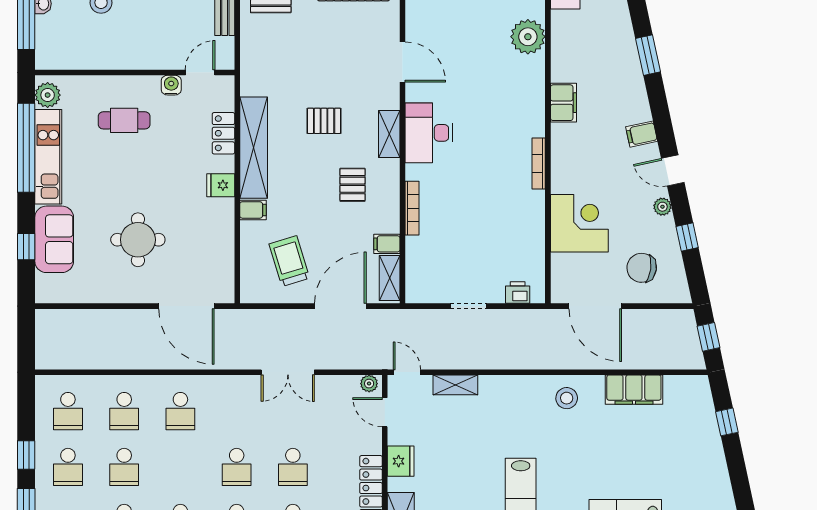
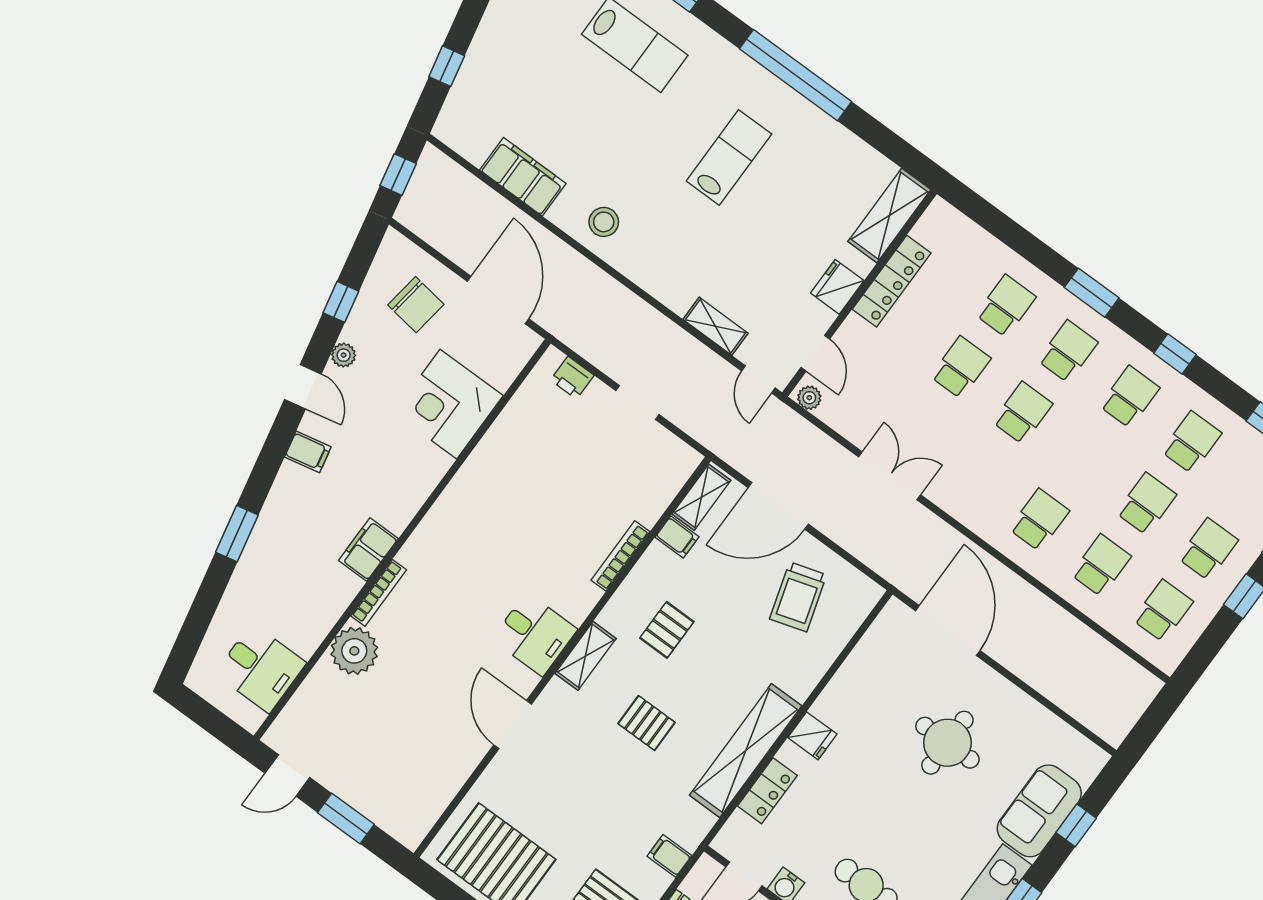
desk: (429, 133) -> (535, 634), width x0.73
bookcase: (539, 163) -> (379, 593), moved
filing cabinet: (253, 210) -> (669, 856), moved

